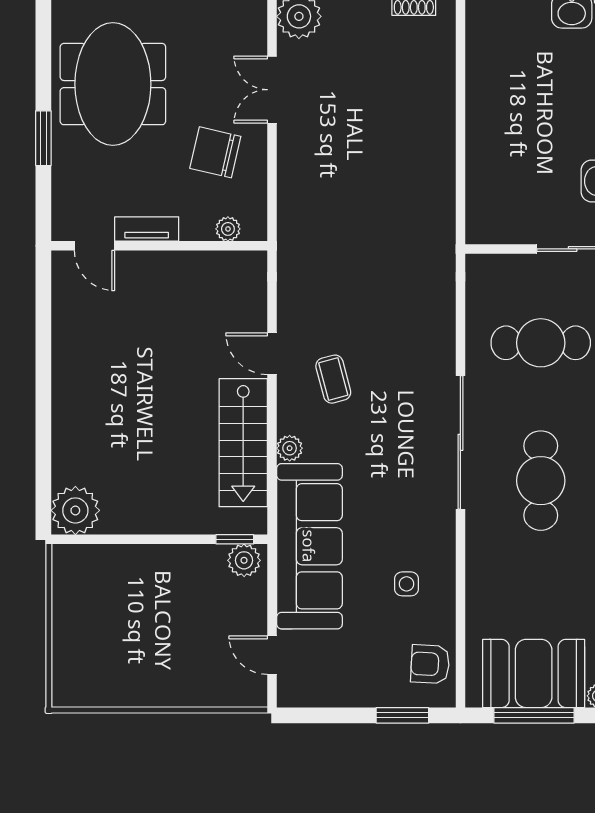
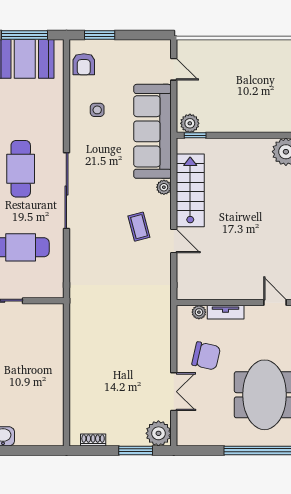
tv unit: (147, 229) -> (226, 312), moved
armchair: (430, 664) -> (84, 64), turned 87

